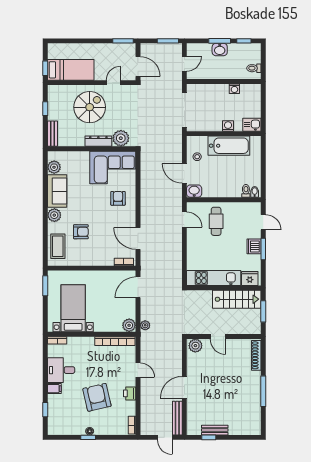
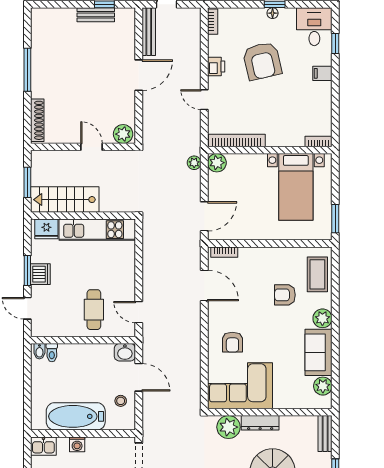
desk: (61, 370) -> (314, 27), moved, turned -90

